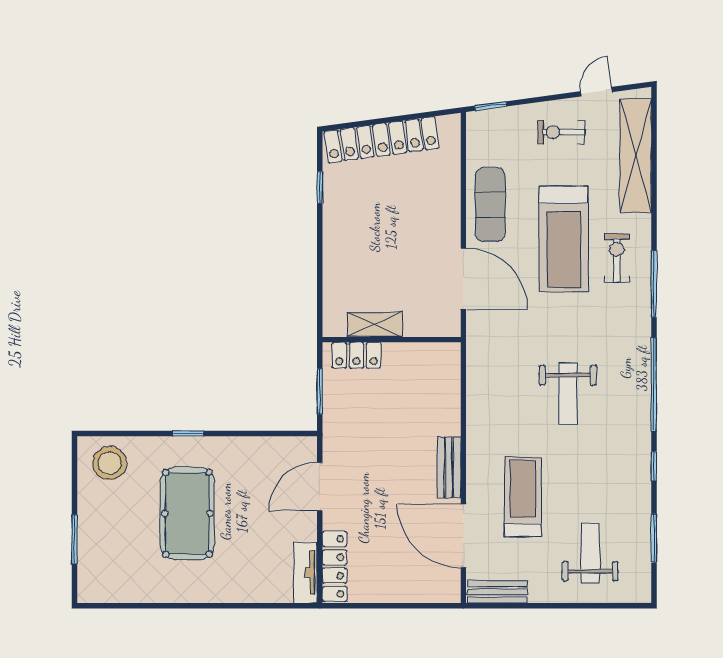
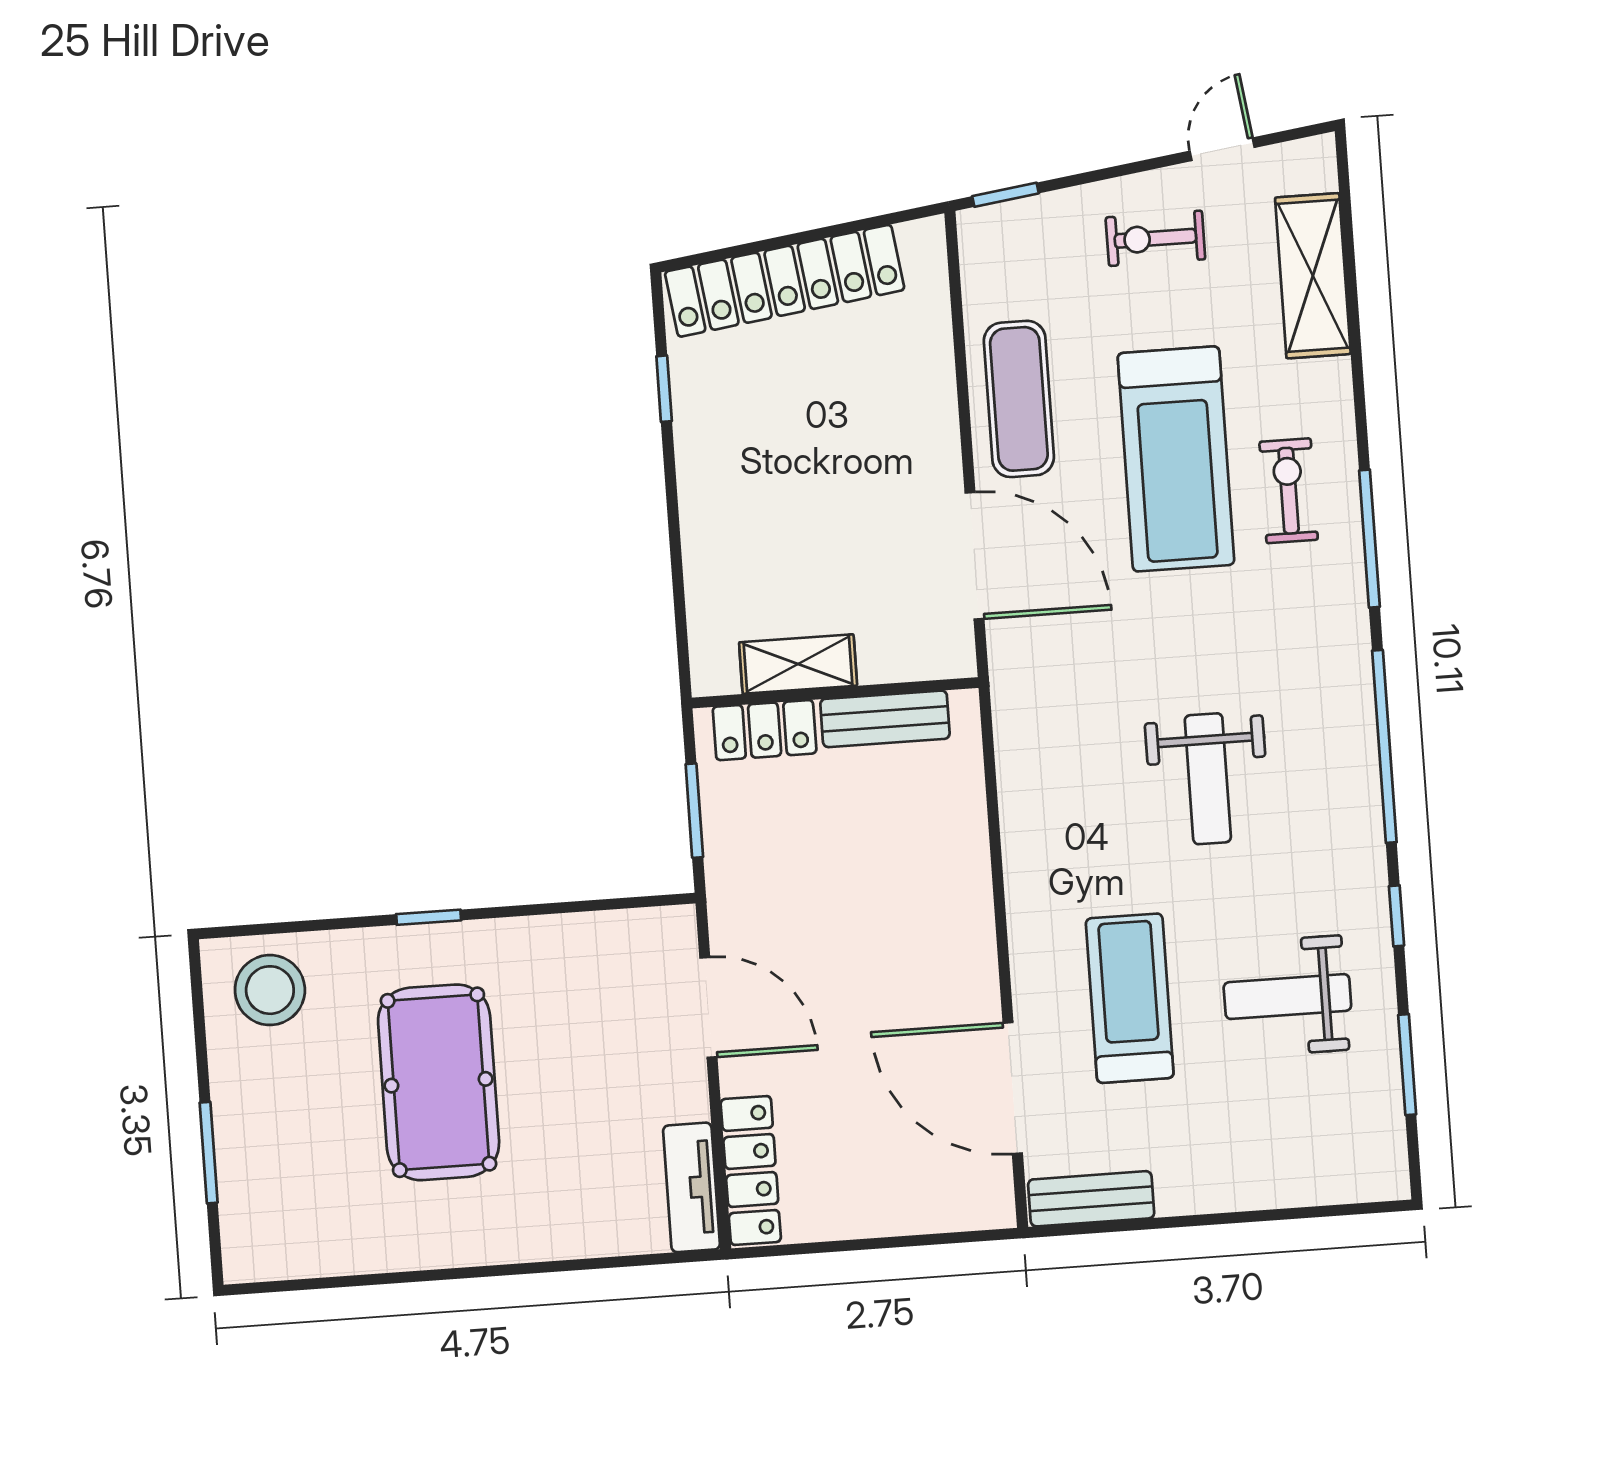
shelving: (636, 156) -> (1313, 276), width x0.68
bench: (449, 467) -> (885, 719), moved, turned 90
door: (320, 487) -> (708, 1007), swing flipped
weight bench: (590, 553) -> (1287, 997), moved, turned -90

